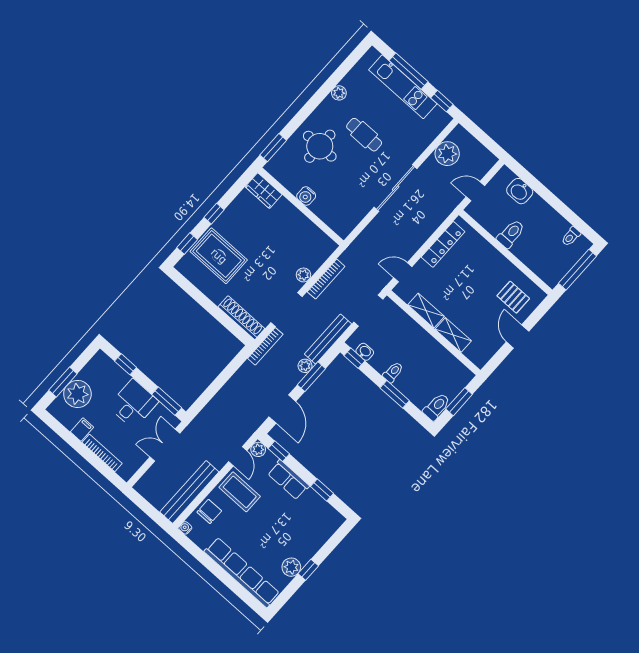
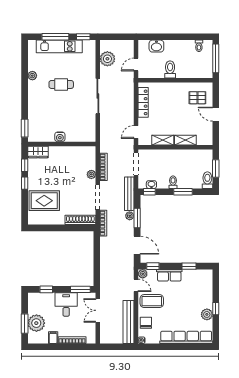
round table: (320, 146) -> (46, 108), removed
window: (187, 244) -> (25, 165), moved

